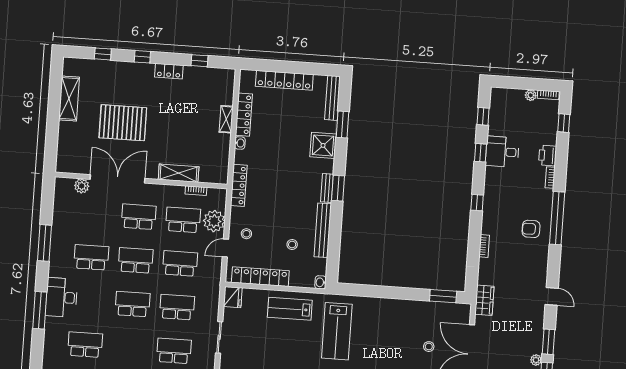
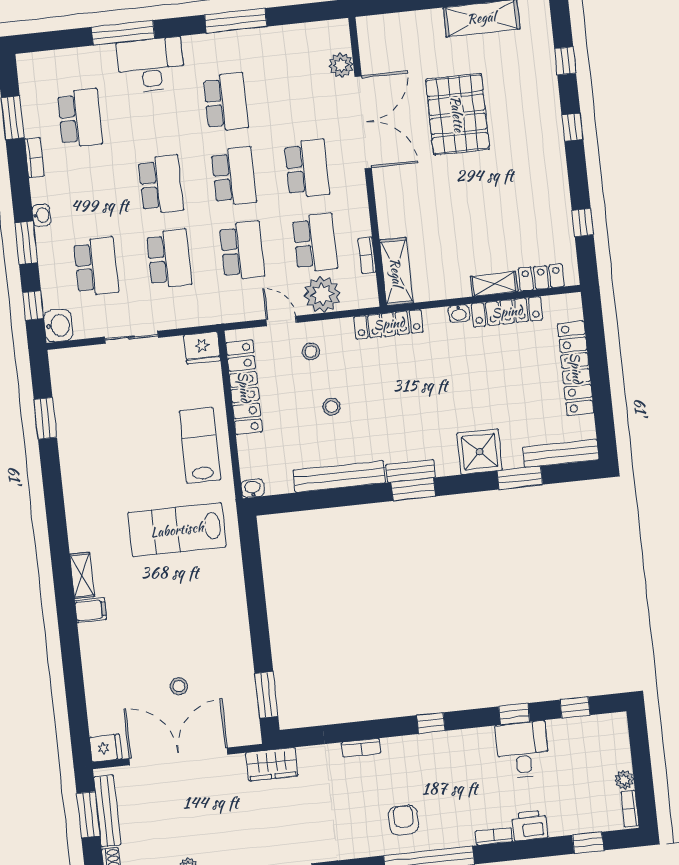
locker: (169, 71) -> (541, 277), moved, turned 90
shelving: (179, 173) -> (396, 272), moved
stool: (292, 244) -> (332, 407), moved

